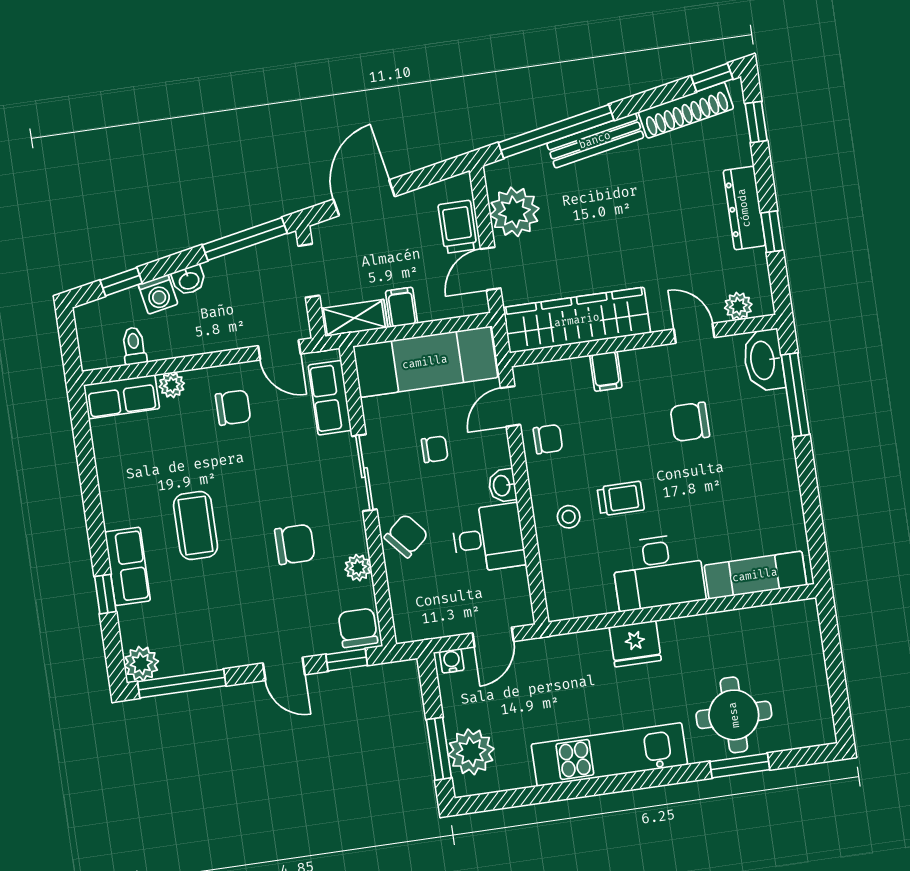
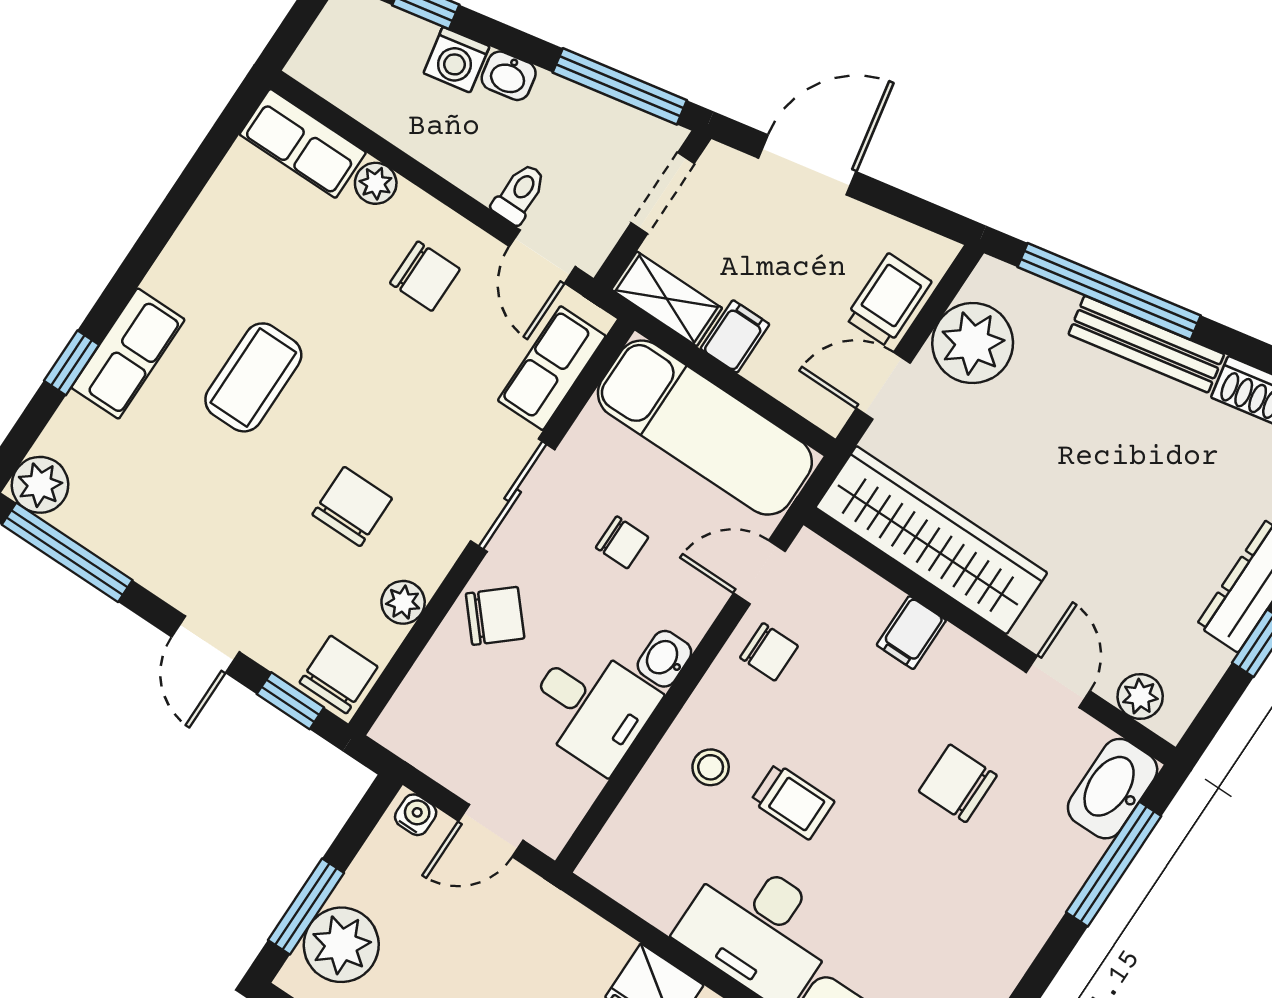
toilet: (134, 346) -> (519, 194), moved
chair: (295, 544) -> (352, 506), turned -90

